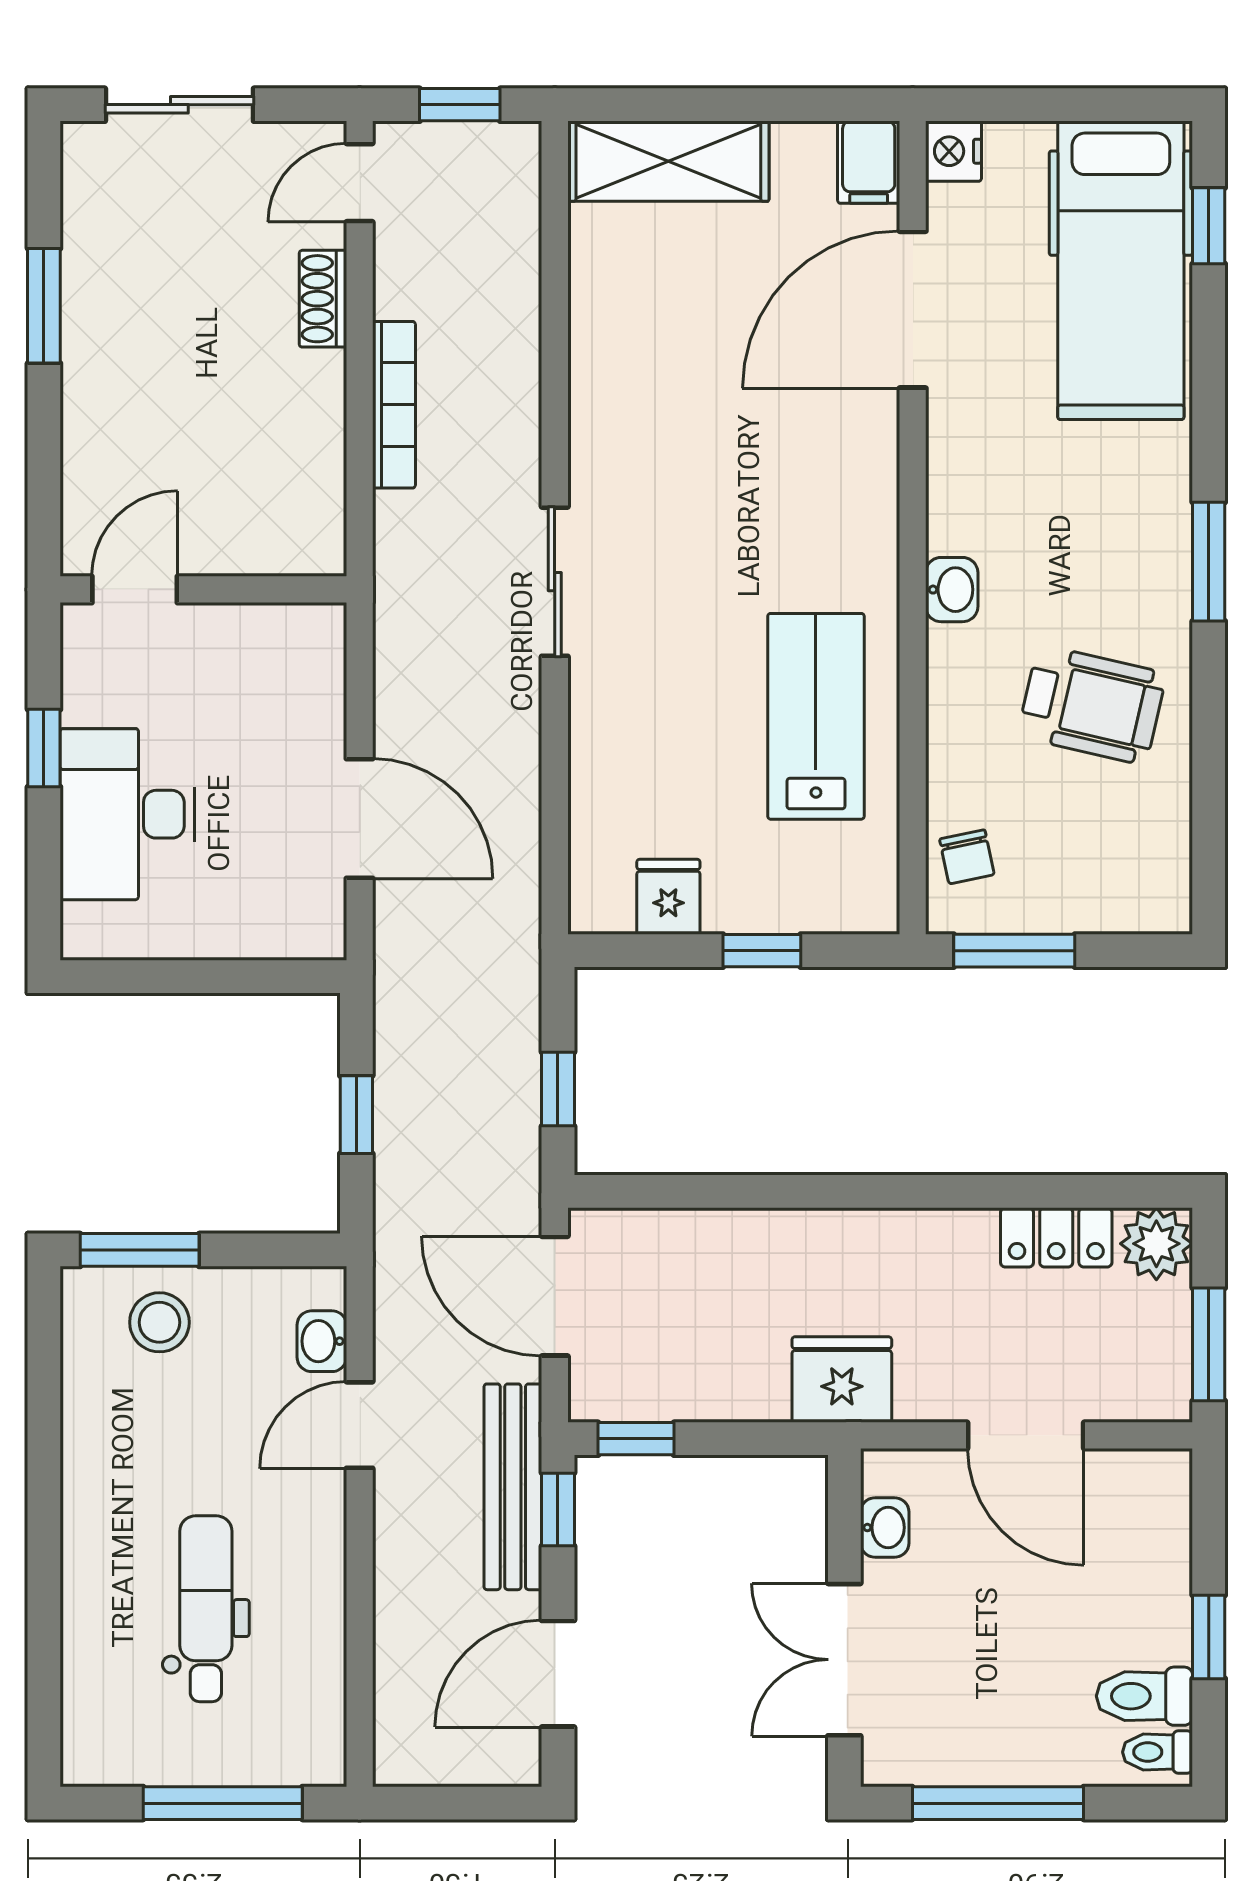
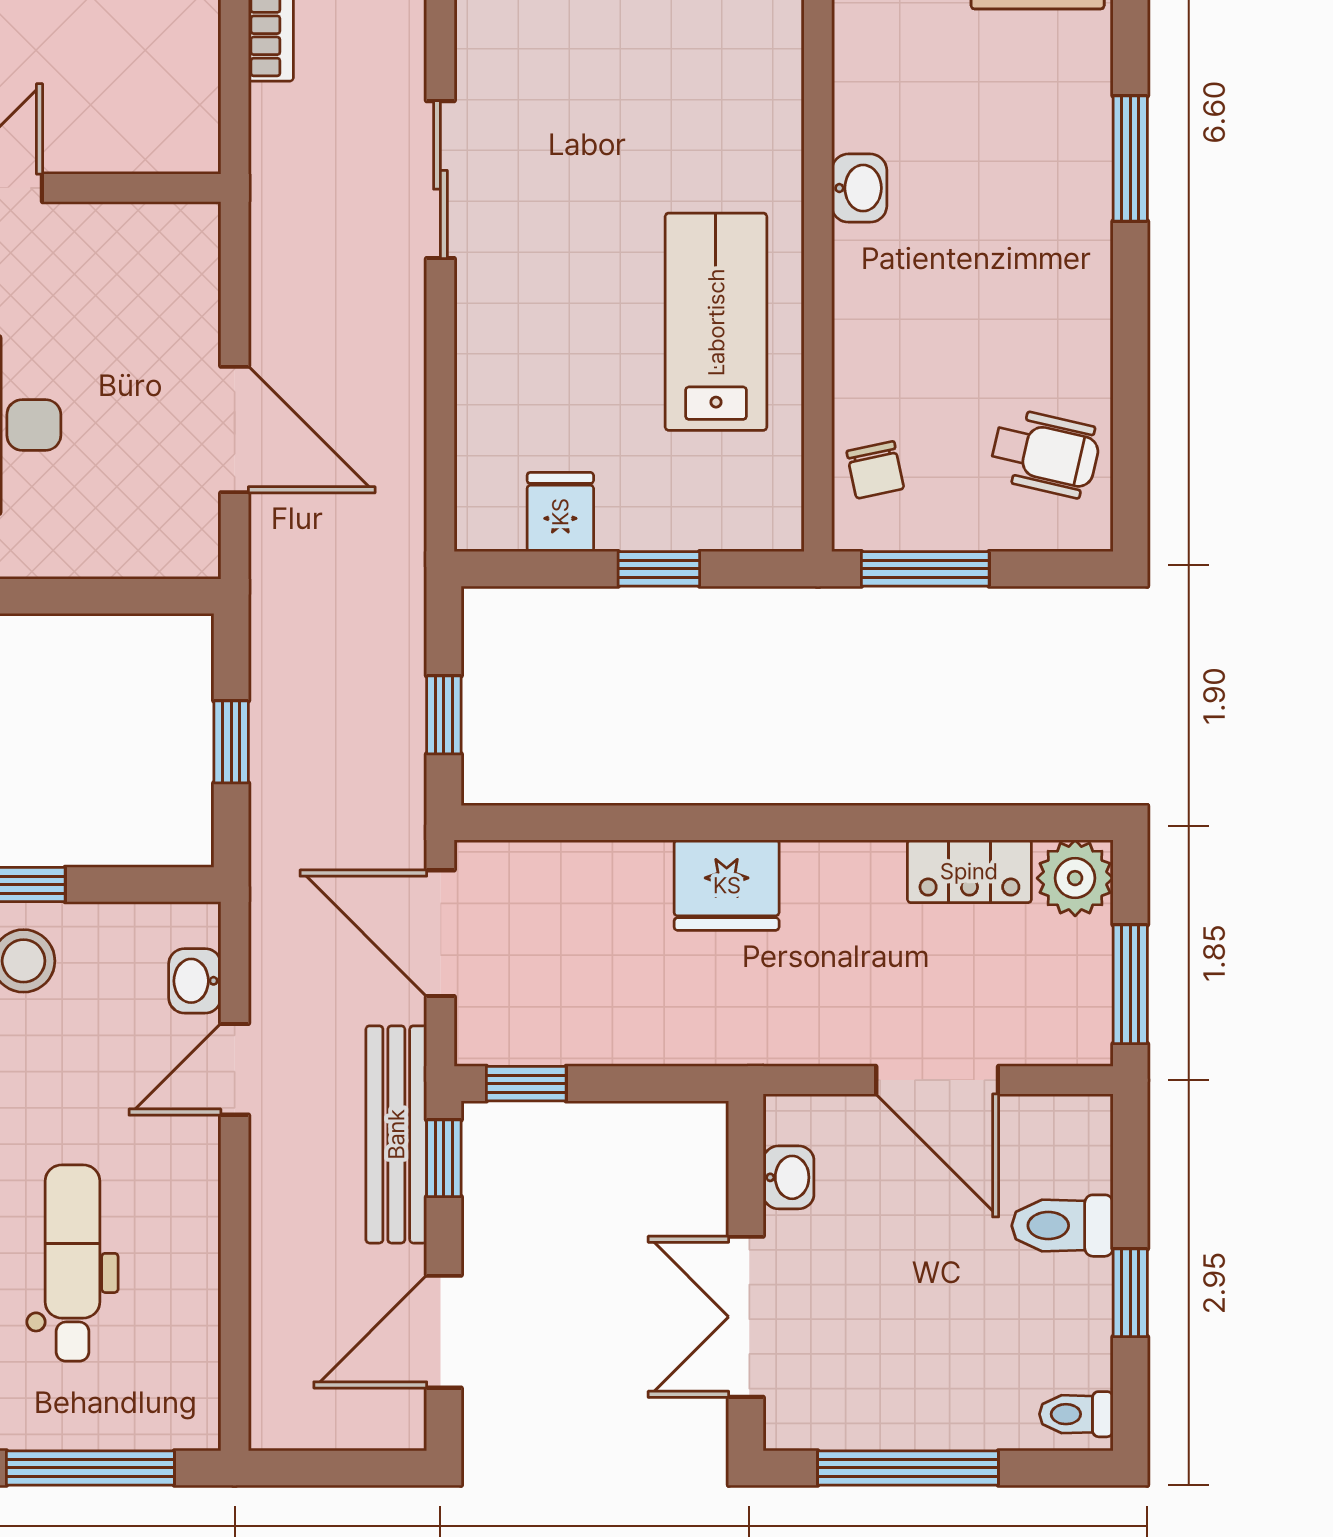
wheelchair: (1092, 705) -> (1045, 453), moved, width x0.73, depth x0.73
fridge: (842, 1380) -> (727, 885), moved, turned 180
toilet: (1144, 1696) -> (1062, 1226), moved

